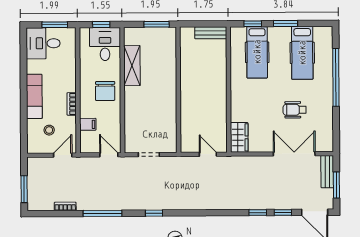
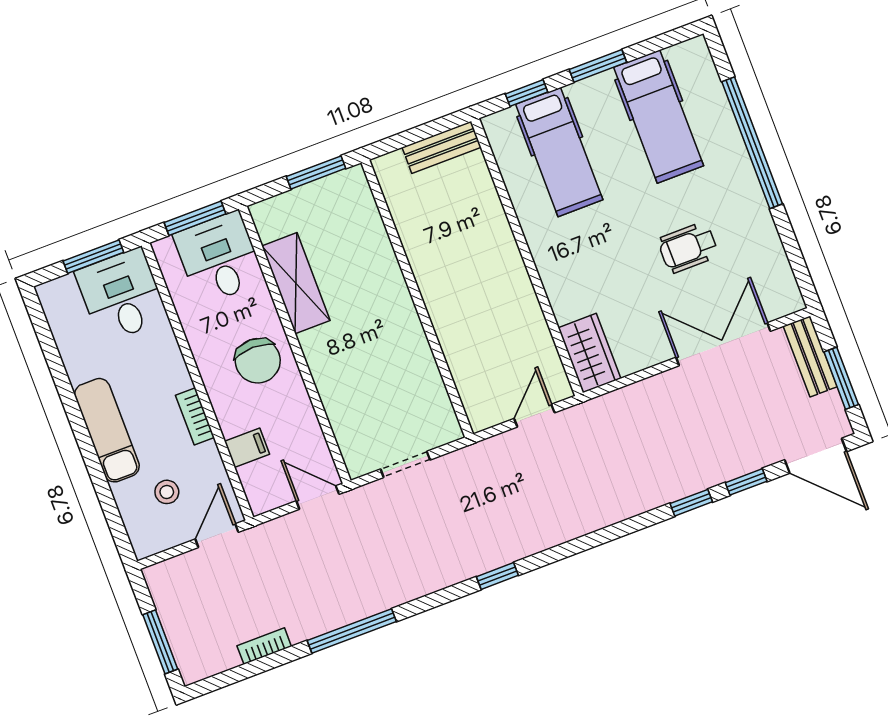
window: (101, 25) -> (195, 218), width x1.50
desk: (43, 43) -> (122, 295), moved, turned 90
door: (208, 154) -> (534, 416), hinge flipped
window: (154, 213) -> (497, 576), moved

